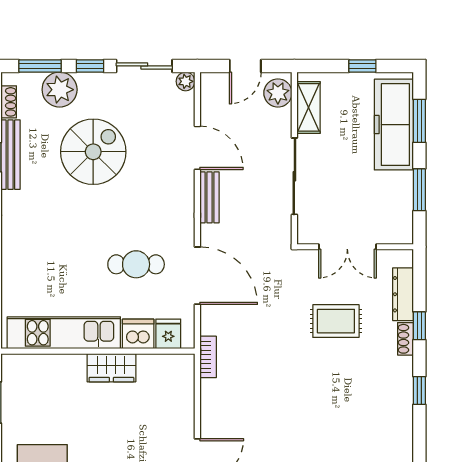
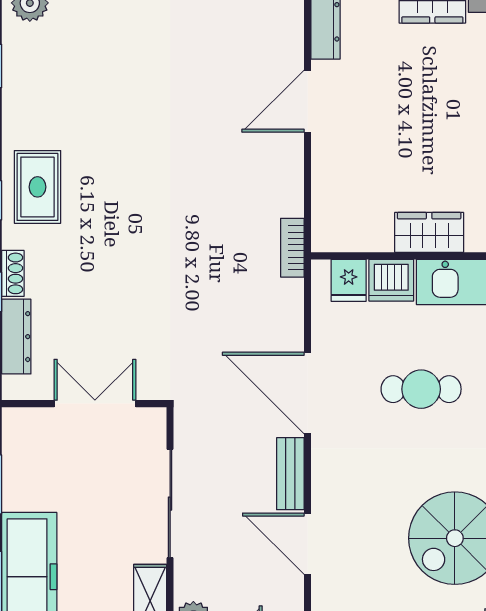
cafe table: (136, 264) -> (421, 389), moved
door: (197, 276) -> (307, 393), moved
rug: (336, 321) -> (37, 187), moved, turned 90

